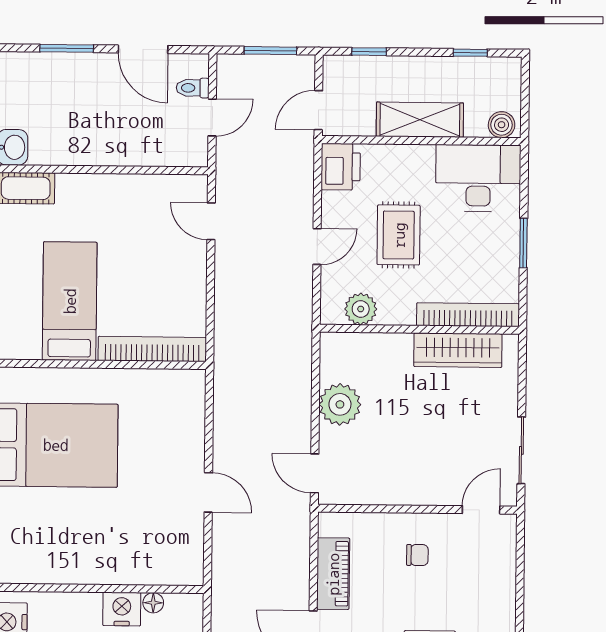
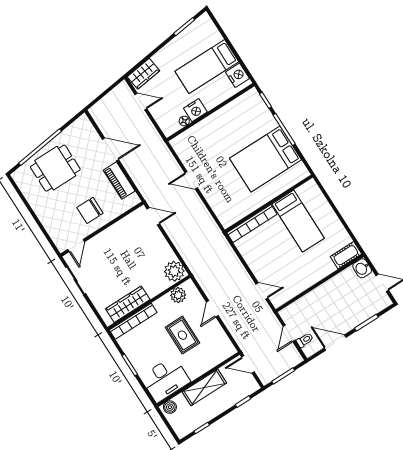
door: (318, 110) -> (248, 364), swing flipped
printer: (341, 167) -> (224, 347), removed
plant: (340, 404) -> (174, 271), moved
chair: (417, 555) -> (90, 210), width x1.87, depth x1.87

